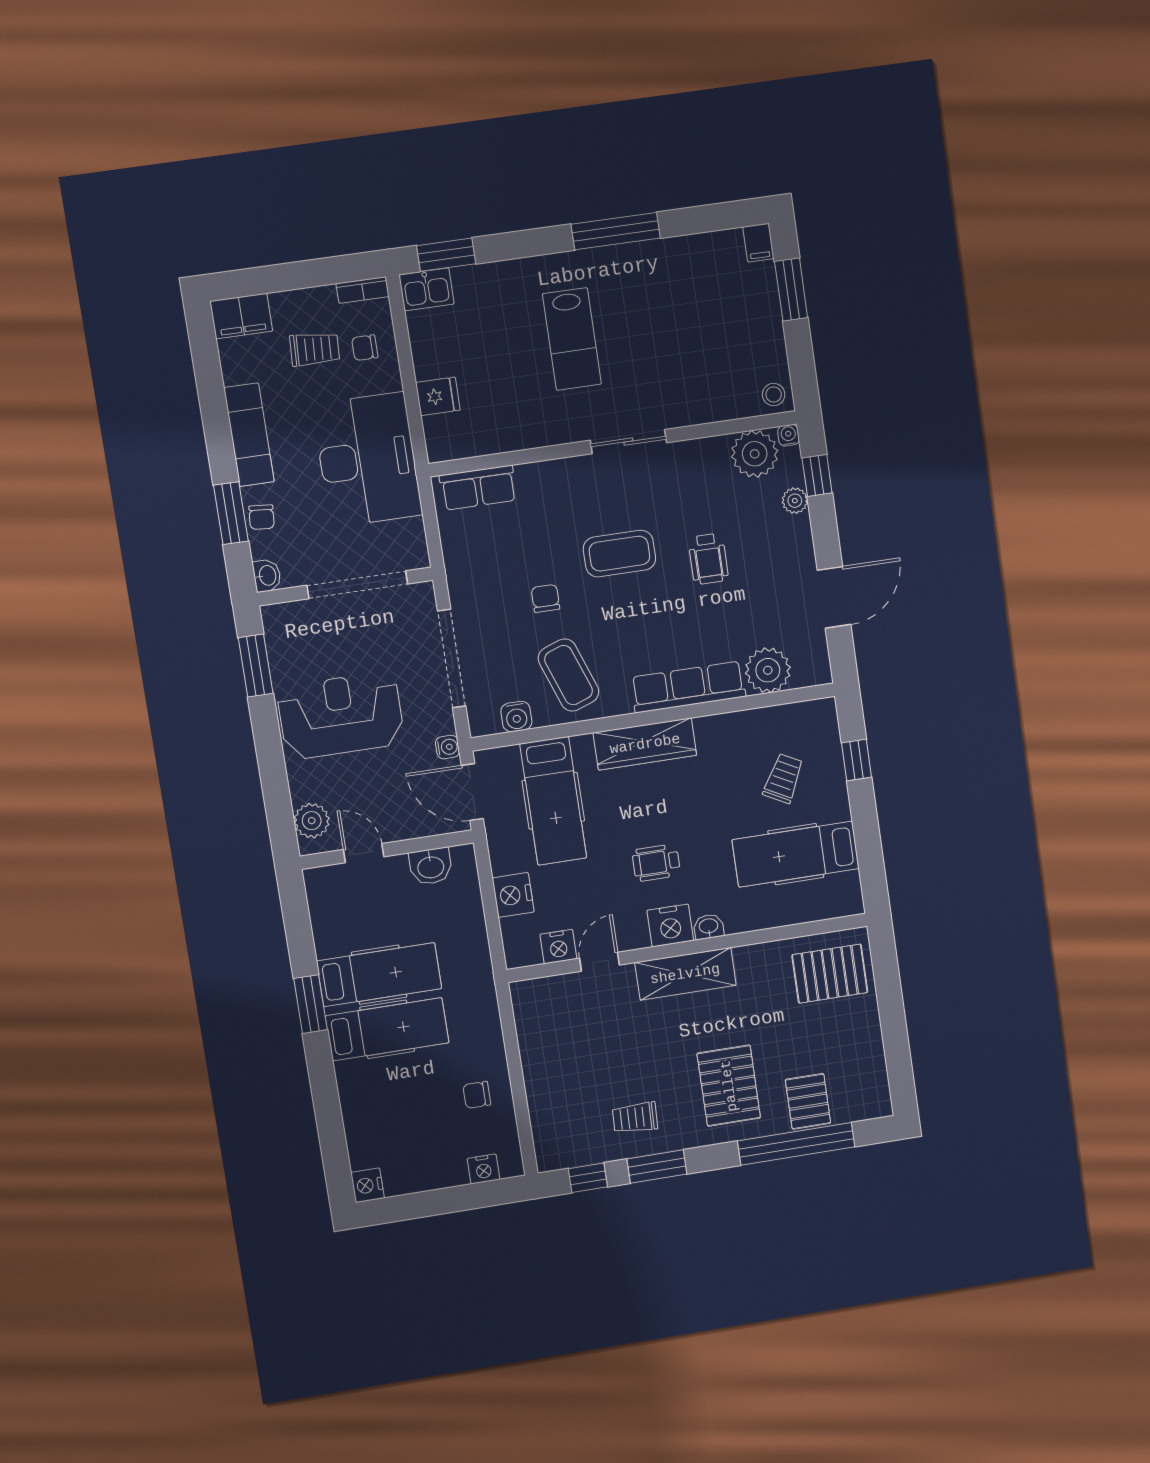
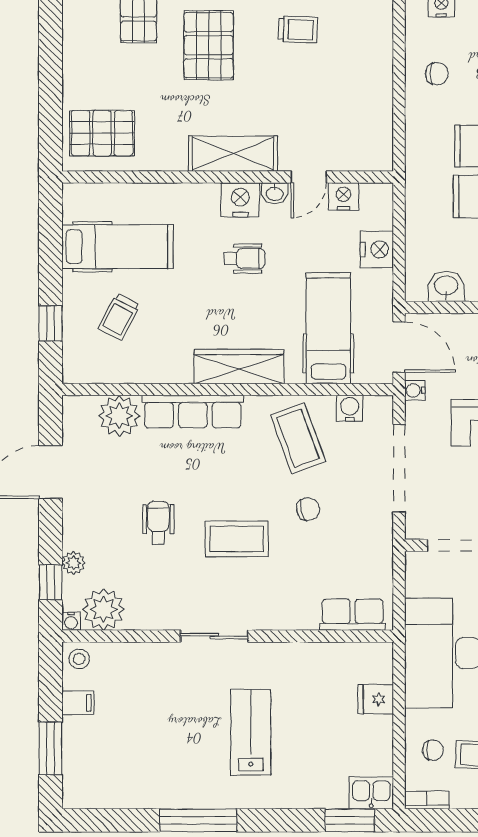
filing cabinet: (758, 243) -> (78, 703), moved, turned 90
chair: (545, 598) -> (308, 509), turned -105
washbasin: (709, 927) -> (275, 193), moved

